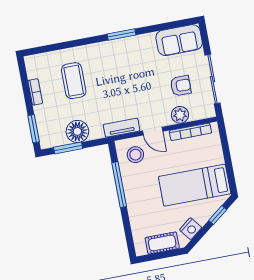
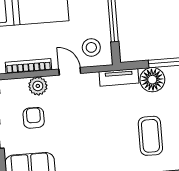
armchair: (181, 86) -> (34, 118), turned 90
tv unit: (122, 128) -> (119, 77), moved

